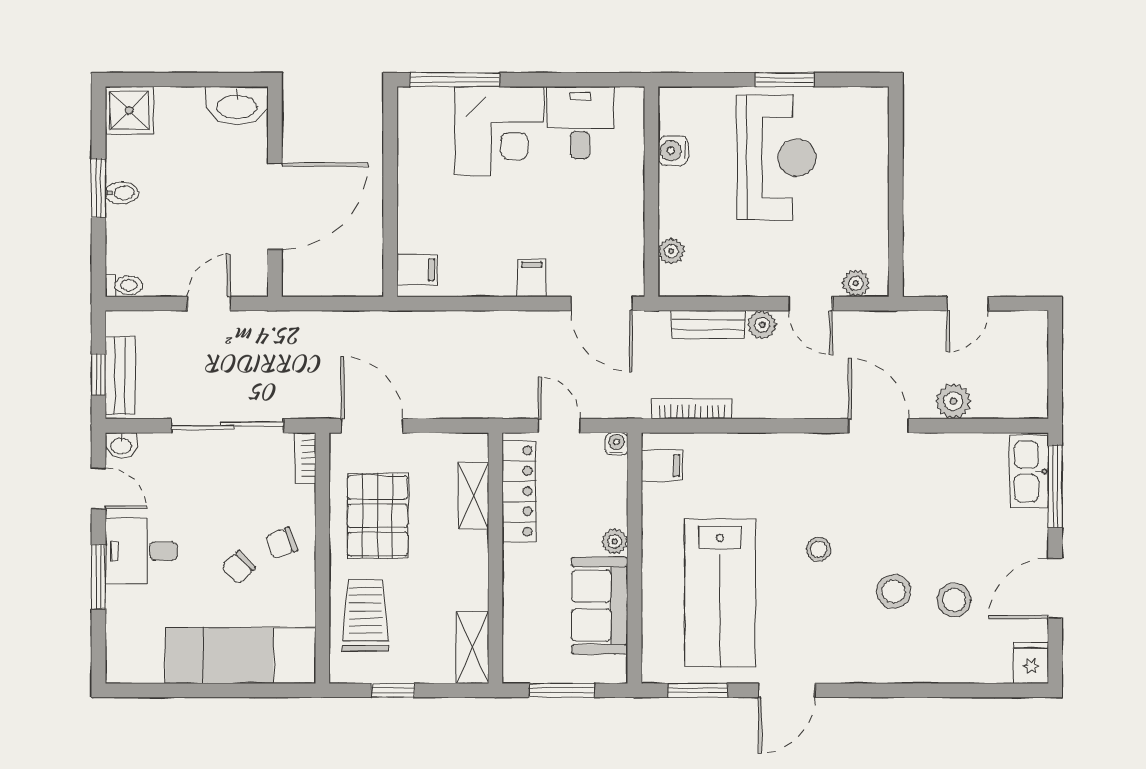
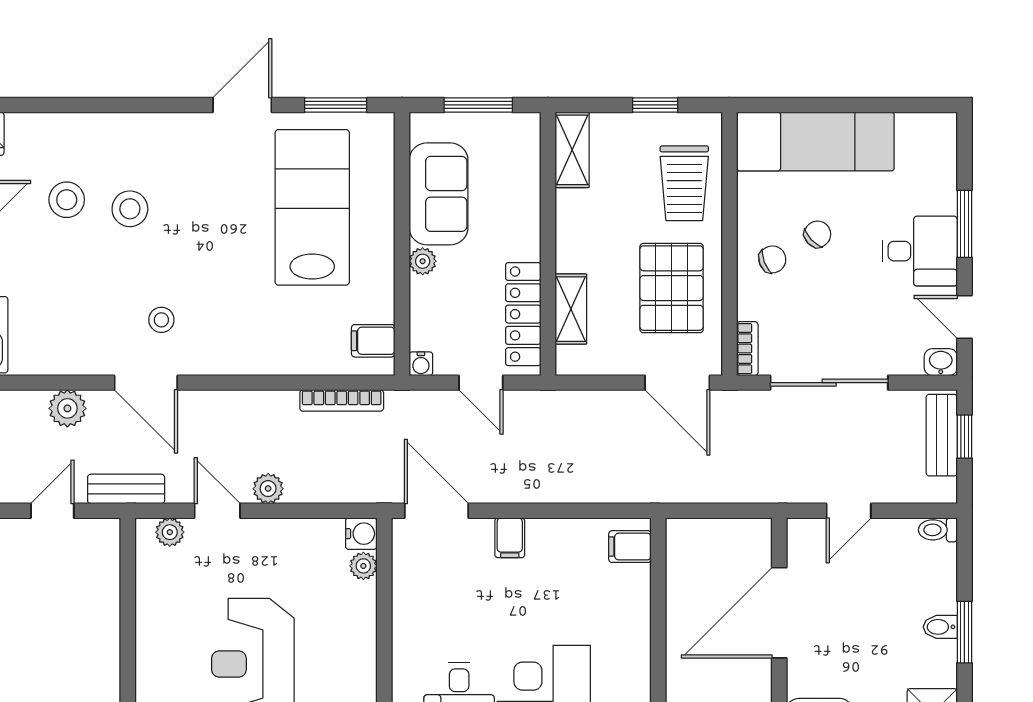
water cooler: (673, 151) -> (361, 534), moved
bench: (708, 324) -> (126, 489), moved
stool: (819, 549) -> (161, 320), moved

